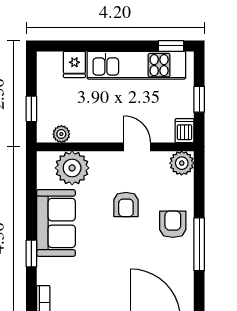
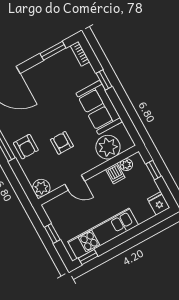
fridge: (74, 64) -> (159, 203), moved
dishwasher: (184, 131) -> (115, 173), moved

